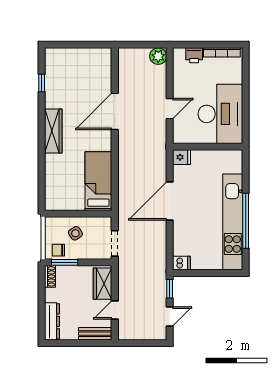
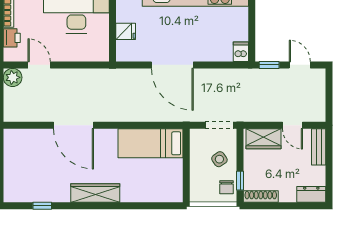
door: (170, 109) -> (39, 65), moved
fridge: (181, 157) -> (126, 31), moved, turned 90
side table: (75, 233) -> (219, 159), moved
window: (65, 262) -> (240, 181), width x0.67
shoe rack: (50, 276) -> (261, 197), width x1.43
dresser: (52, 321) -> (311, 194), width x0.70

